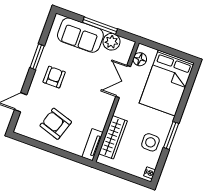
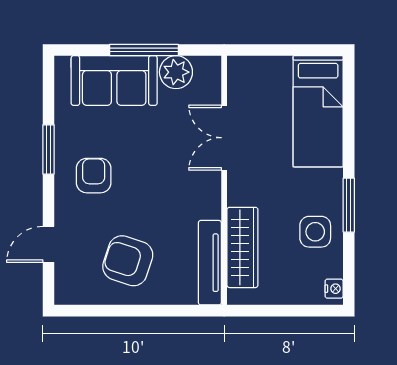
floor lamp: (140, 59) -> (240, 85), removed
bed: (167, 83) -> (318, 111), width x0.67
tv unit: (93, 145) -> (210, 263), width x1.41

